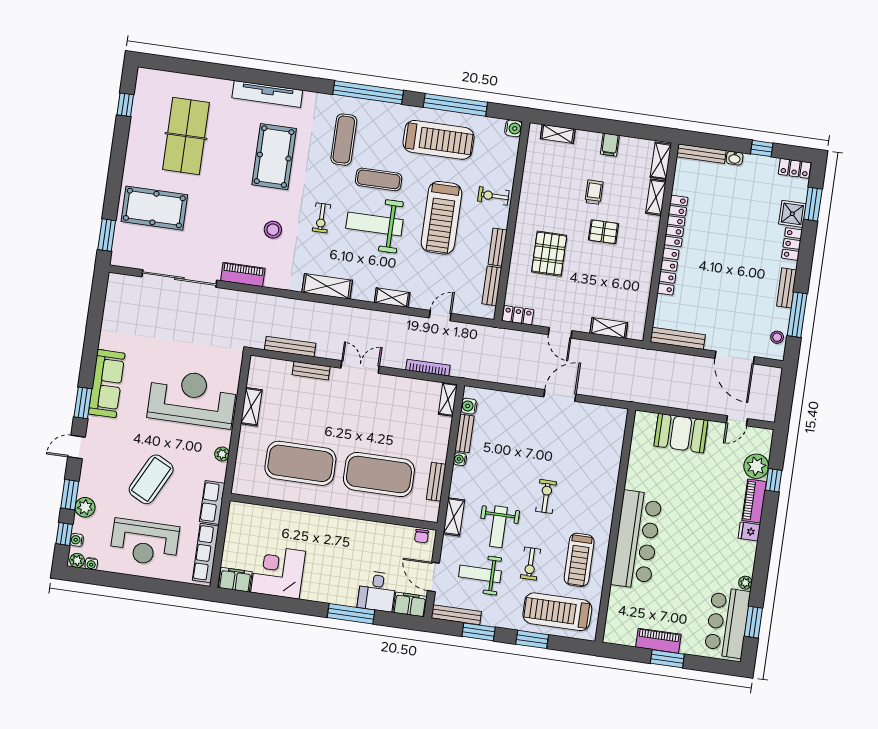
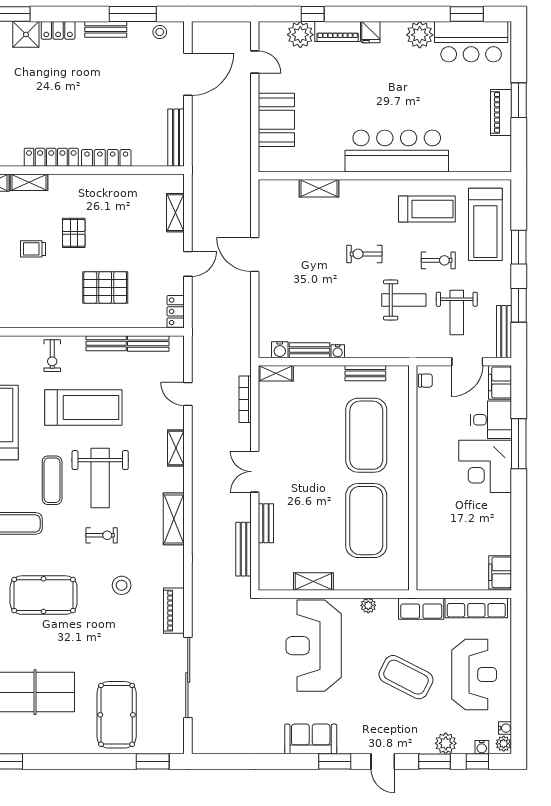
sofa: (107, 384) -> (311, 739), width x0.73
shelving: (454, 517) -> (319, 188), moved
corner desk: (278, 572) -> (485, 466), moved
plant: (745, 583) -> (420, 35), width x1.87, depth x1.87

